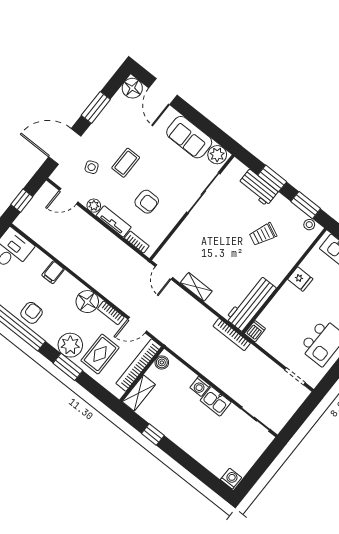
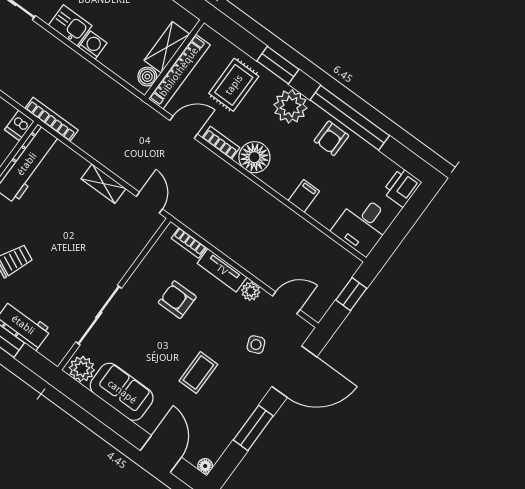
floor lamp: (132, 88) -> (205, 466), width x0.53, depth x0.53
coffee table: (126, 163) -> (198, 373), moved
plant: (70, 345) -> (290, 106), moved
shelving: (139, 393) -> (167, 47), moved

